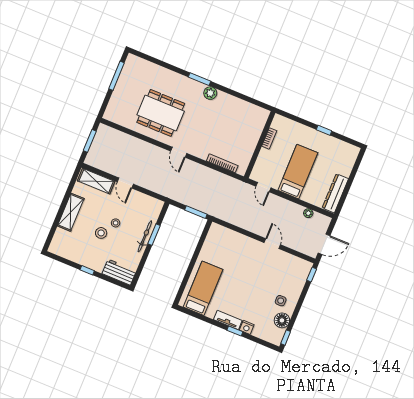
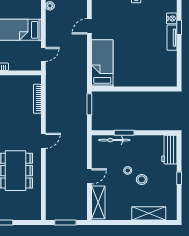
shelving: (71, 212) -> (149, 213), moved
bicycle: (145, 236) -> (114, 140), moved
bed: (203, 288) -> (102, 63), moved, turned 90

